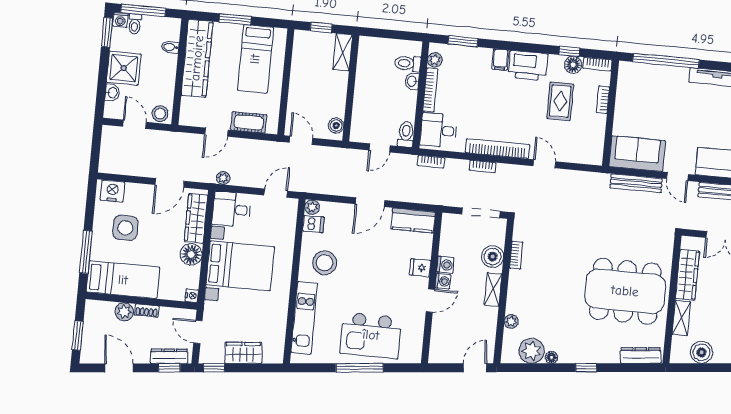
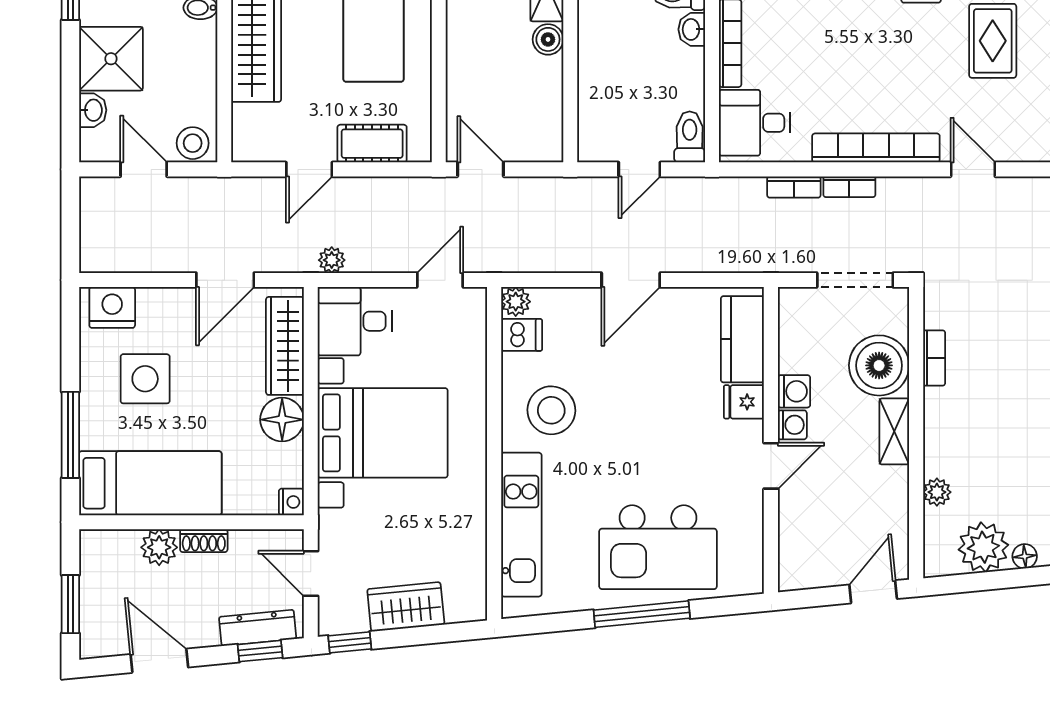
boiler: (336, 125) -> (548, 39), moved
bookcase: (431, 162) -> (794, 187), moved
kitchen counter: (413, 220) -> (742, 339), moved, turned 90
boiler: (493, 257) -> (879, 365), width x1.37, depth x1.37

